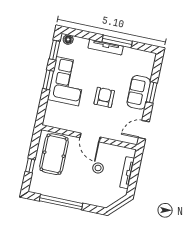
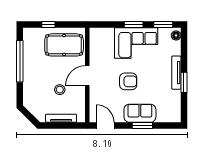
window: (117, 41) -> (184, 82), width x0.69

